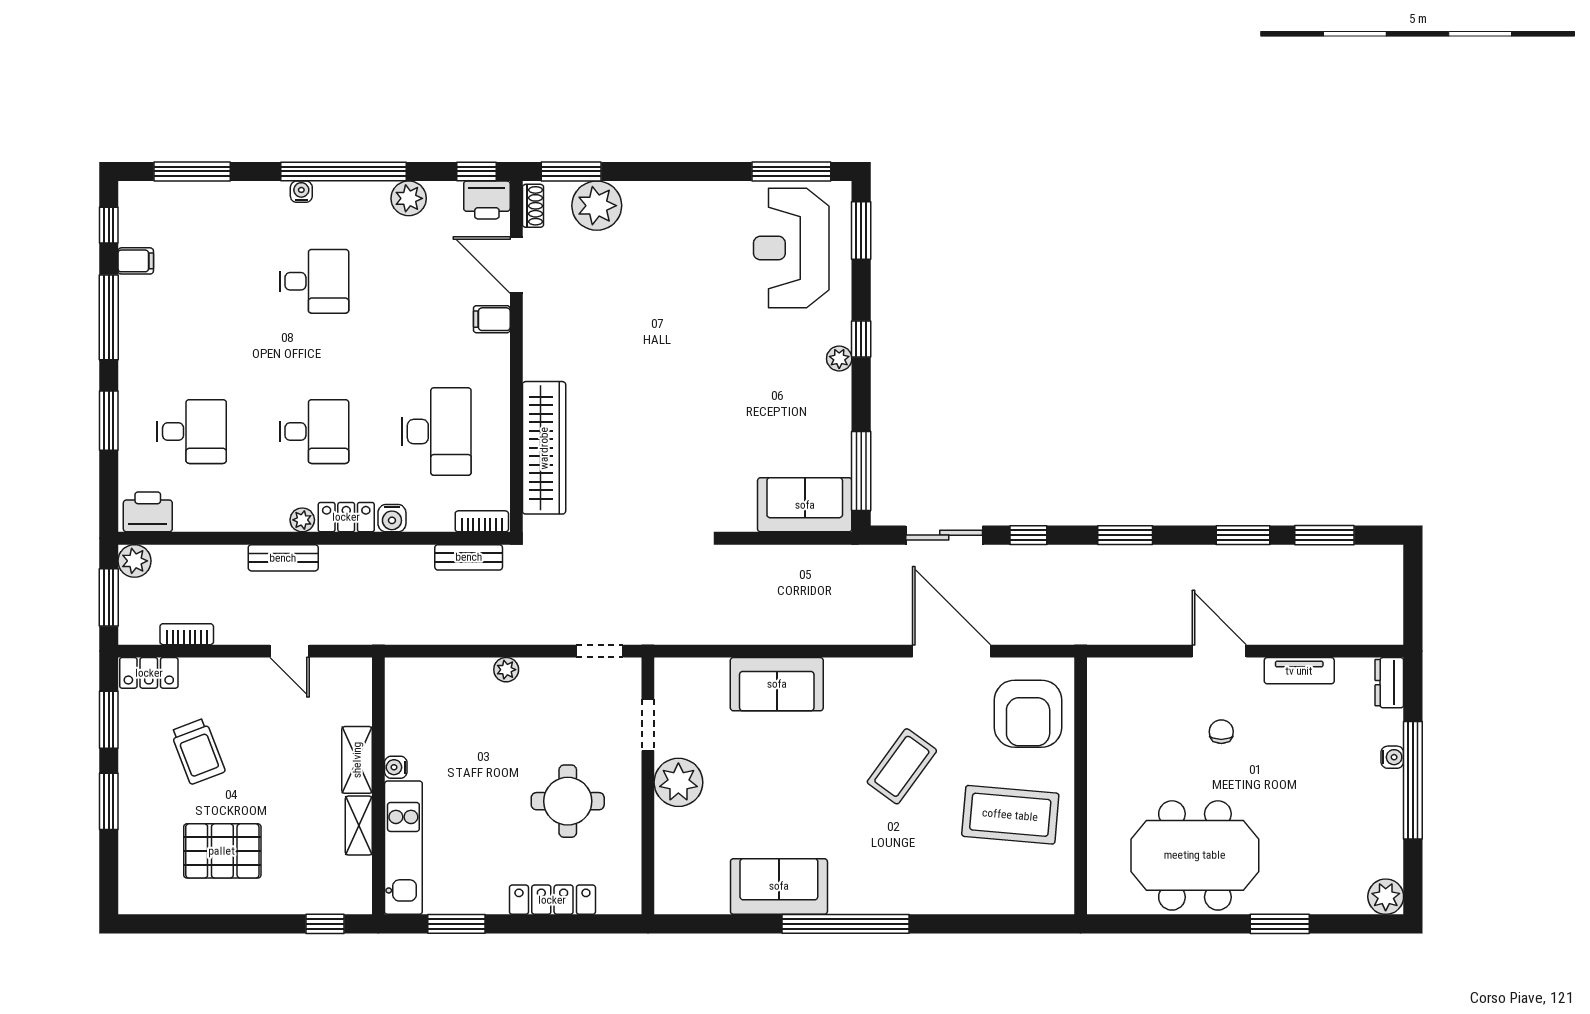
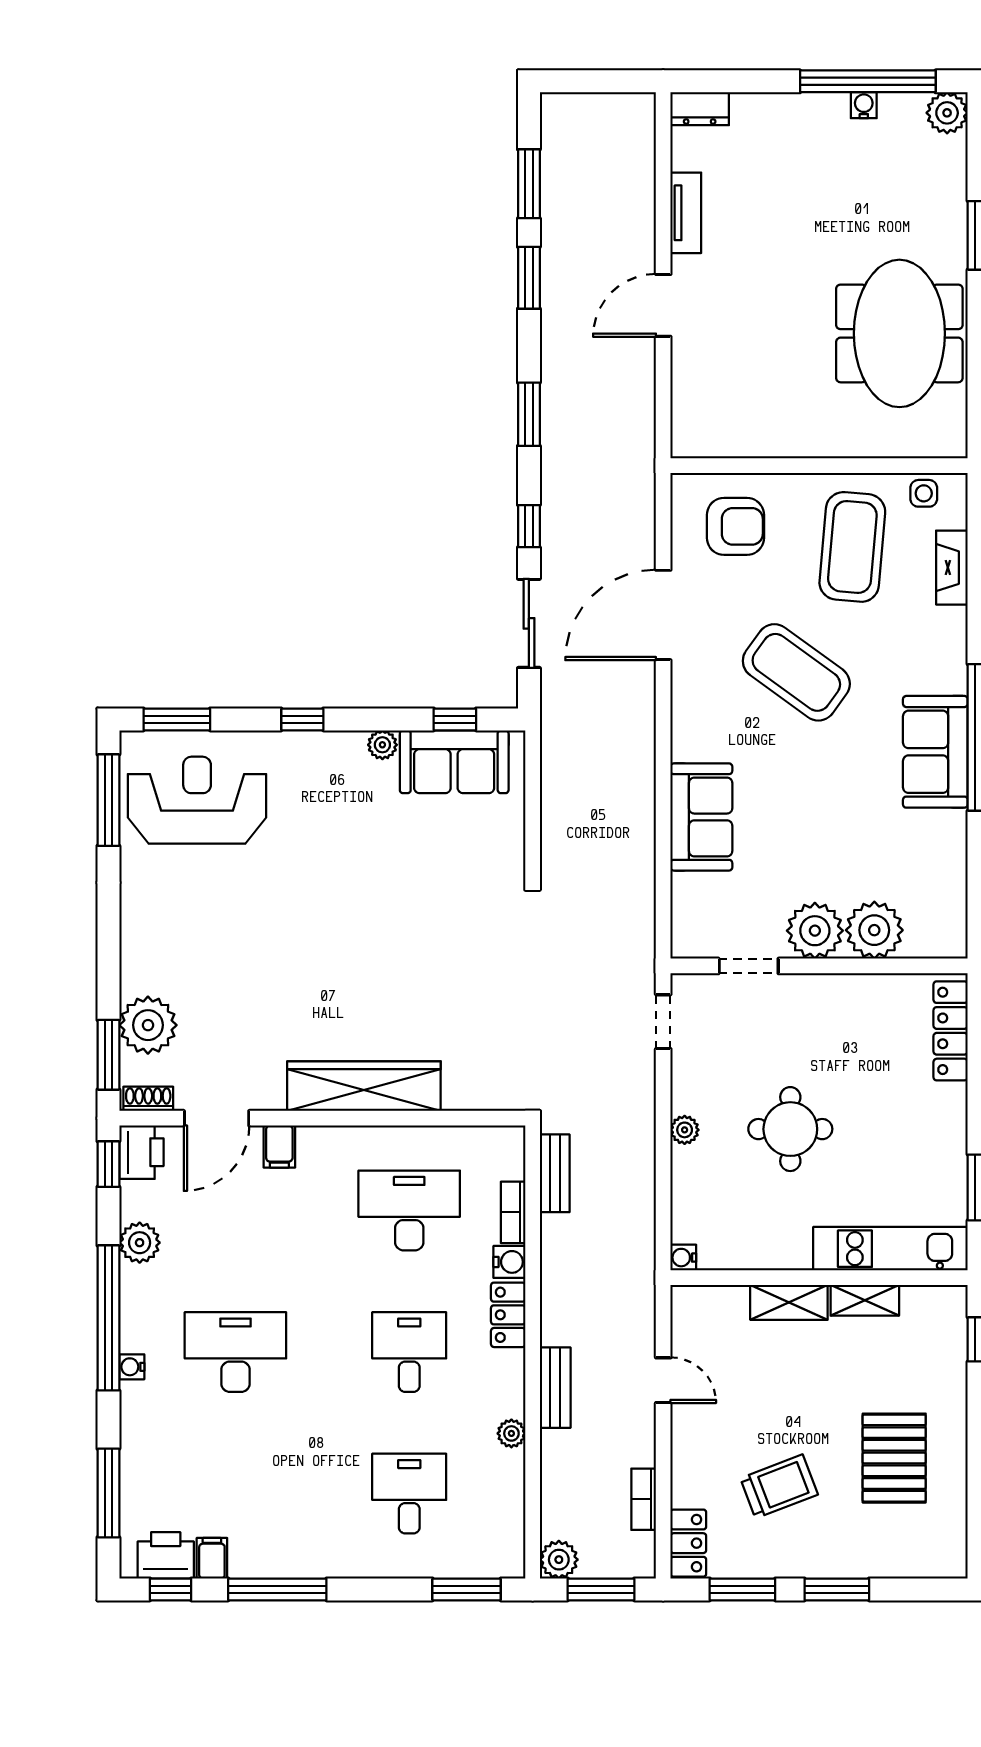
reception desk: (791, 248) -> (197, 800), turned 180
desk: (314, 281) -> (235, 1352), width x1.37
plant: (839, 359) -> (382, 745), moved
window: (109, 421) -> (467, 1589), moved
wardrobe: (544, 448) -> (364, 1086), moved
window: (861, 471) -> (455, 719), width x0.46
sofa: (805, 505) -> (454, 762), moved, turned -90
printer: (148, 512) -> (166, 1555), moved, turned 90
plant: (302, 520) -> (511, 1433), moved
bookcase: (482, 521) -> (513, 1212), moved
door: (290, 651) -> (663, 1380), hinge flipped
armchair: (1028, 714) -> (735, 526), width x0.73, depth x0.73
chair: (1221, 732) -> (756, 303), removed
water cooler: (1392, 757) -> (864, 105), moved
coffee table: (902, 766) -> (796, 672), width x1.36, depth x1.32
water cooler: (396, 767) -> (683, 1258), moved, turned 90
window: (1413, 780) -> (868, 81), moved
round table: (568, 801) -> (790, 1129), moved
plant: (679, 834) -> (874, 930), added
side table: (1057, 876) -> (924, 493), added
sofa: (779, 886) -> (935, 752), moved
locker: (552, 900) -> (951, 1031), moved
fireplace: (992, 901) -> (952, 568), added

